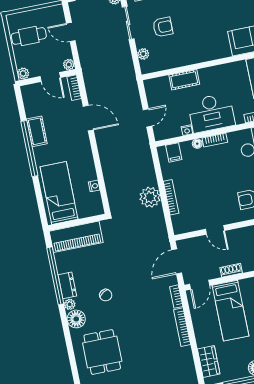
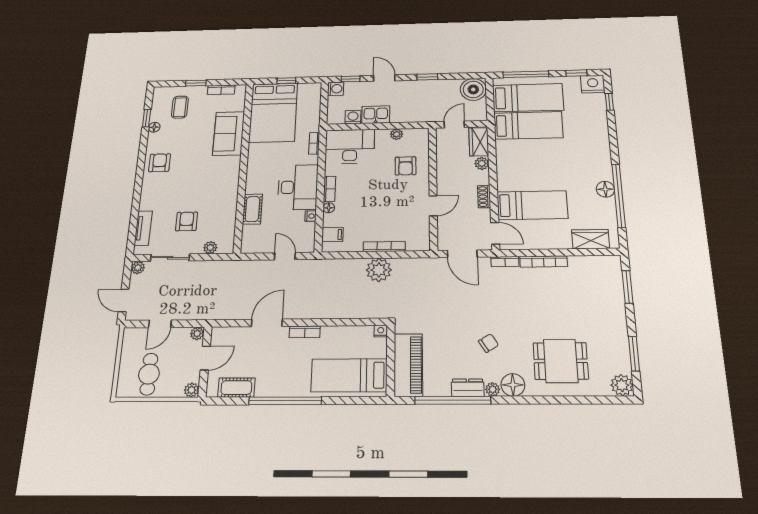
bookcase: (74, 88) -> (305, 332), moved
cot: (37, 131) -> (236, 388), moved
nightstand: (94, 186) -> (381, 331), moved

